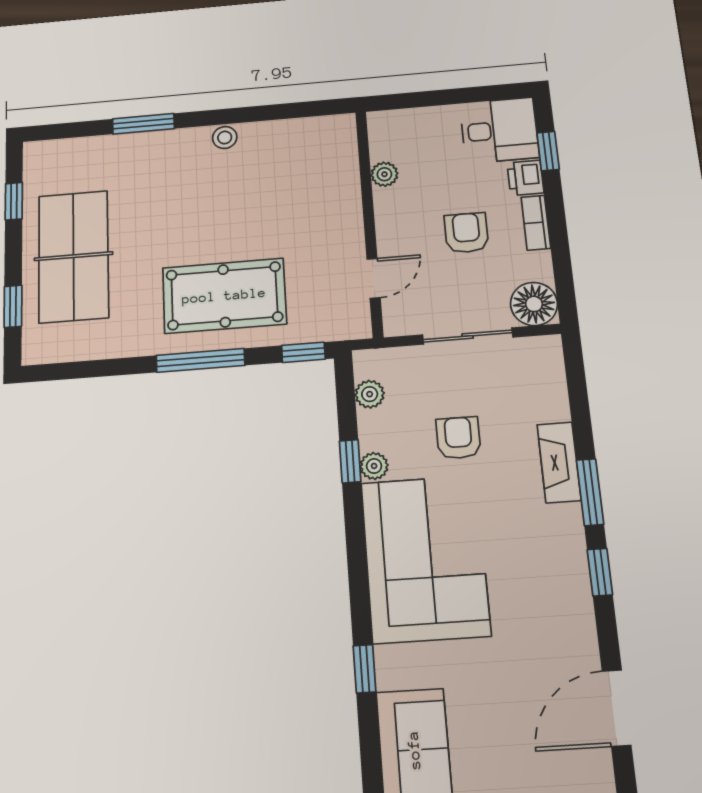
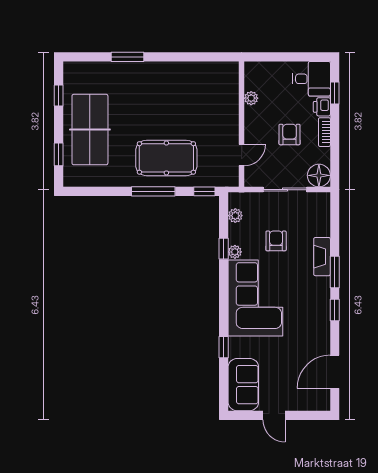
stool: (225, 138) -> (170, 69), removed

